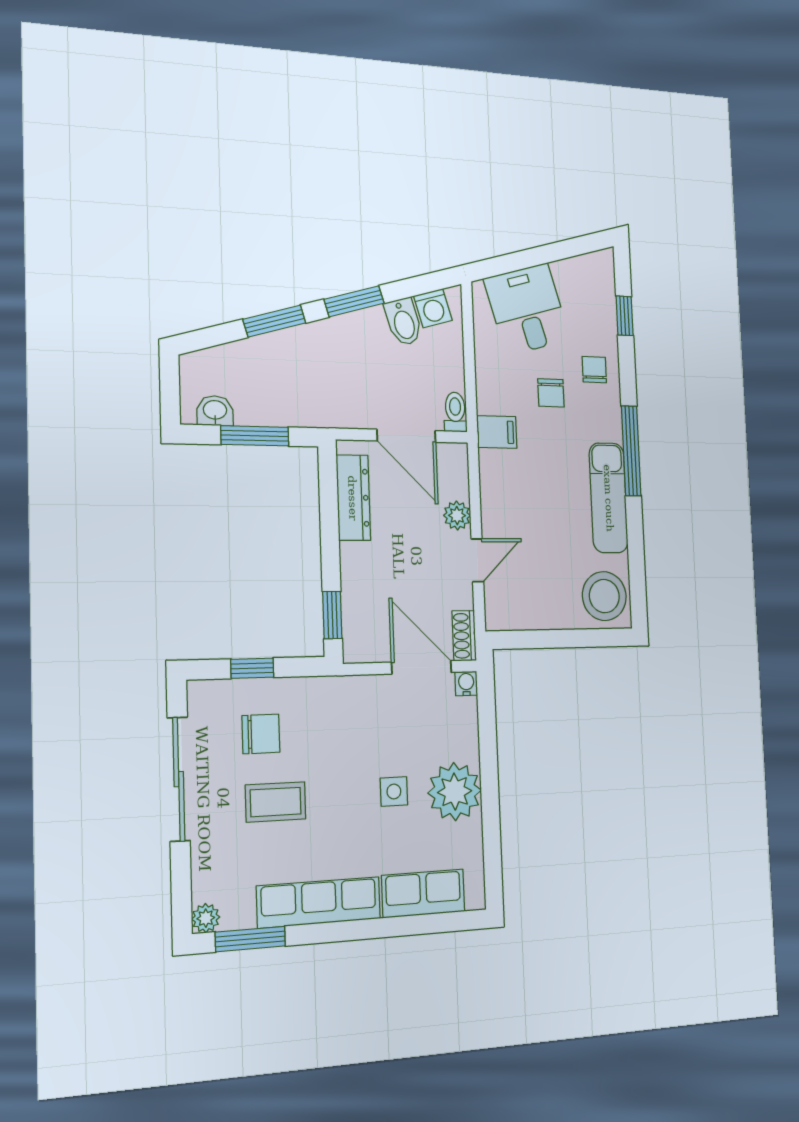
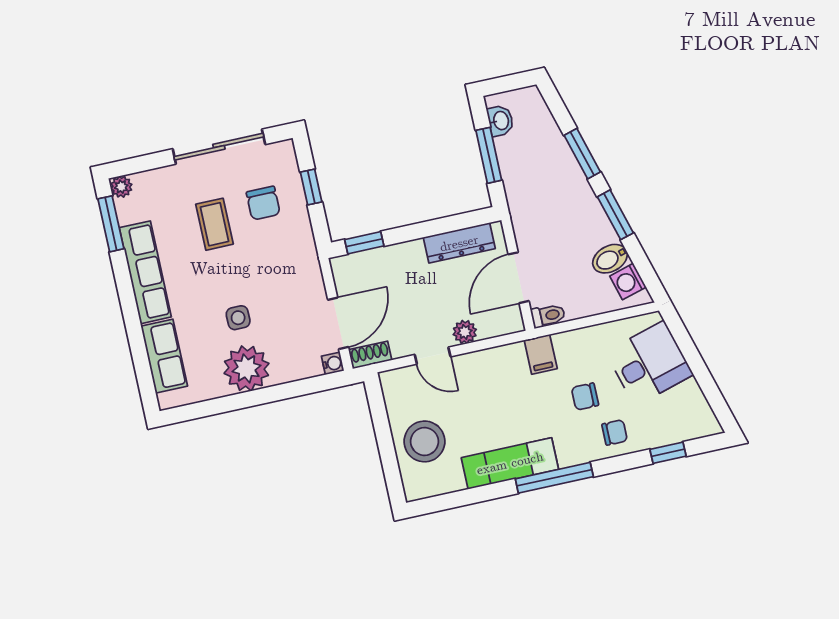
stool: (604, 596) -> (424, 441), moved

